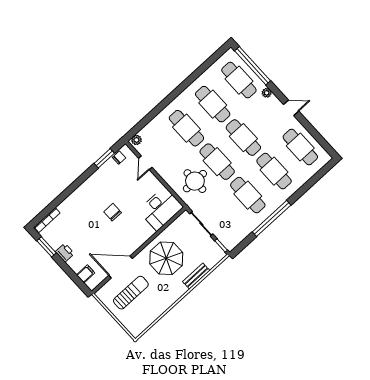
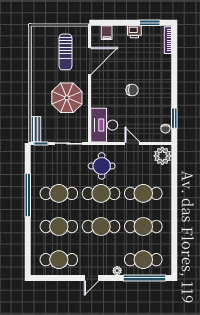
plant: (136, 140) -> (162, 156), width x1.88, depth x1.88
door: (145, 163) -> (132, 143), moved
bench: (196, 276) -> (36, 129), moved

